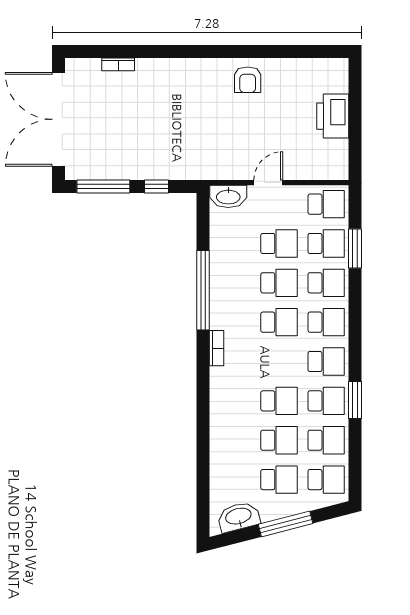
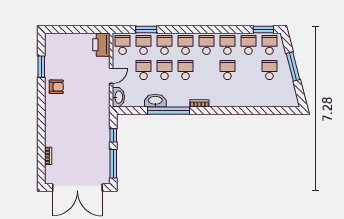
window: (286, 51) -> (41, 67), added
printer: (333, 116) -> (101, 45), moved, turned 90
door: (268, 183) -> (111, 76), swing flipped
window: (355, 400) -> (263, 30), moved
school desk: (279, 440) -> (248, 70), removed
washbasin: (239, 517) -> (155, 101), moved, turned 104

